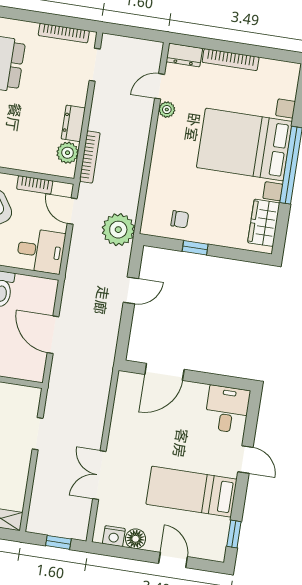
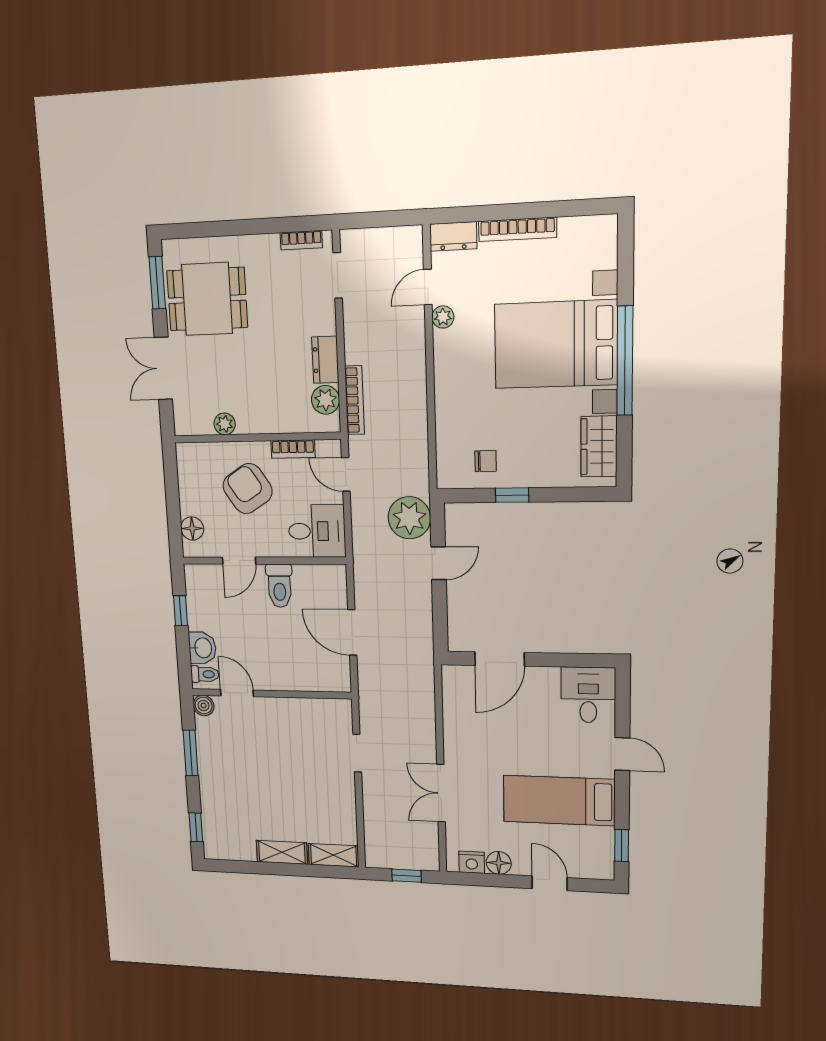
bookcase: (64, 33) -> (301, 240), width x0.64
plant: (118, 230) -> (409, 518), moved

